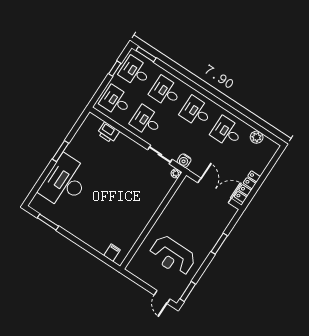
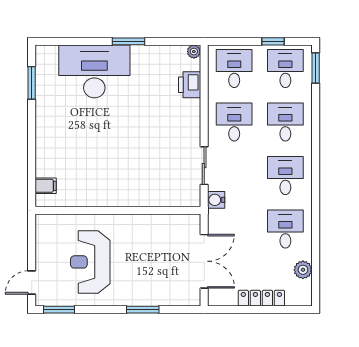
plant: (176, 173) -> (194, 52), moved
locker: (247, 187) -> (261, 298), moved

